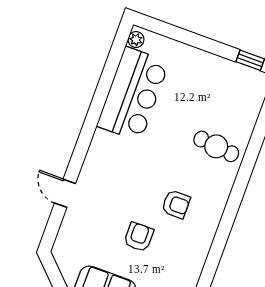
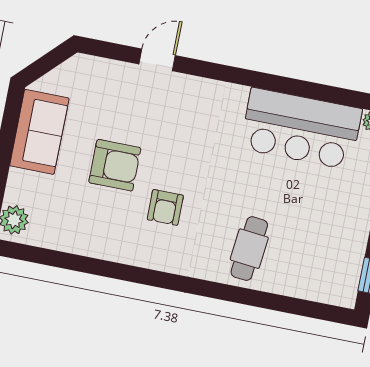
armchair: (139, 237) -> (115, 165), width x1.38, depth x1.38

